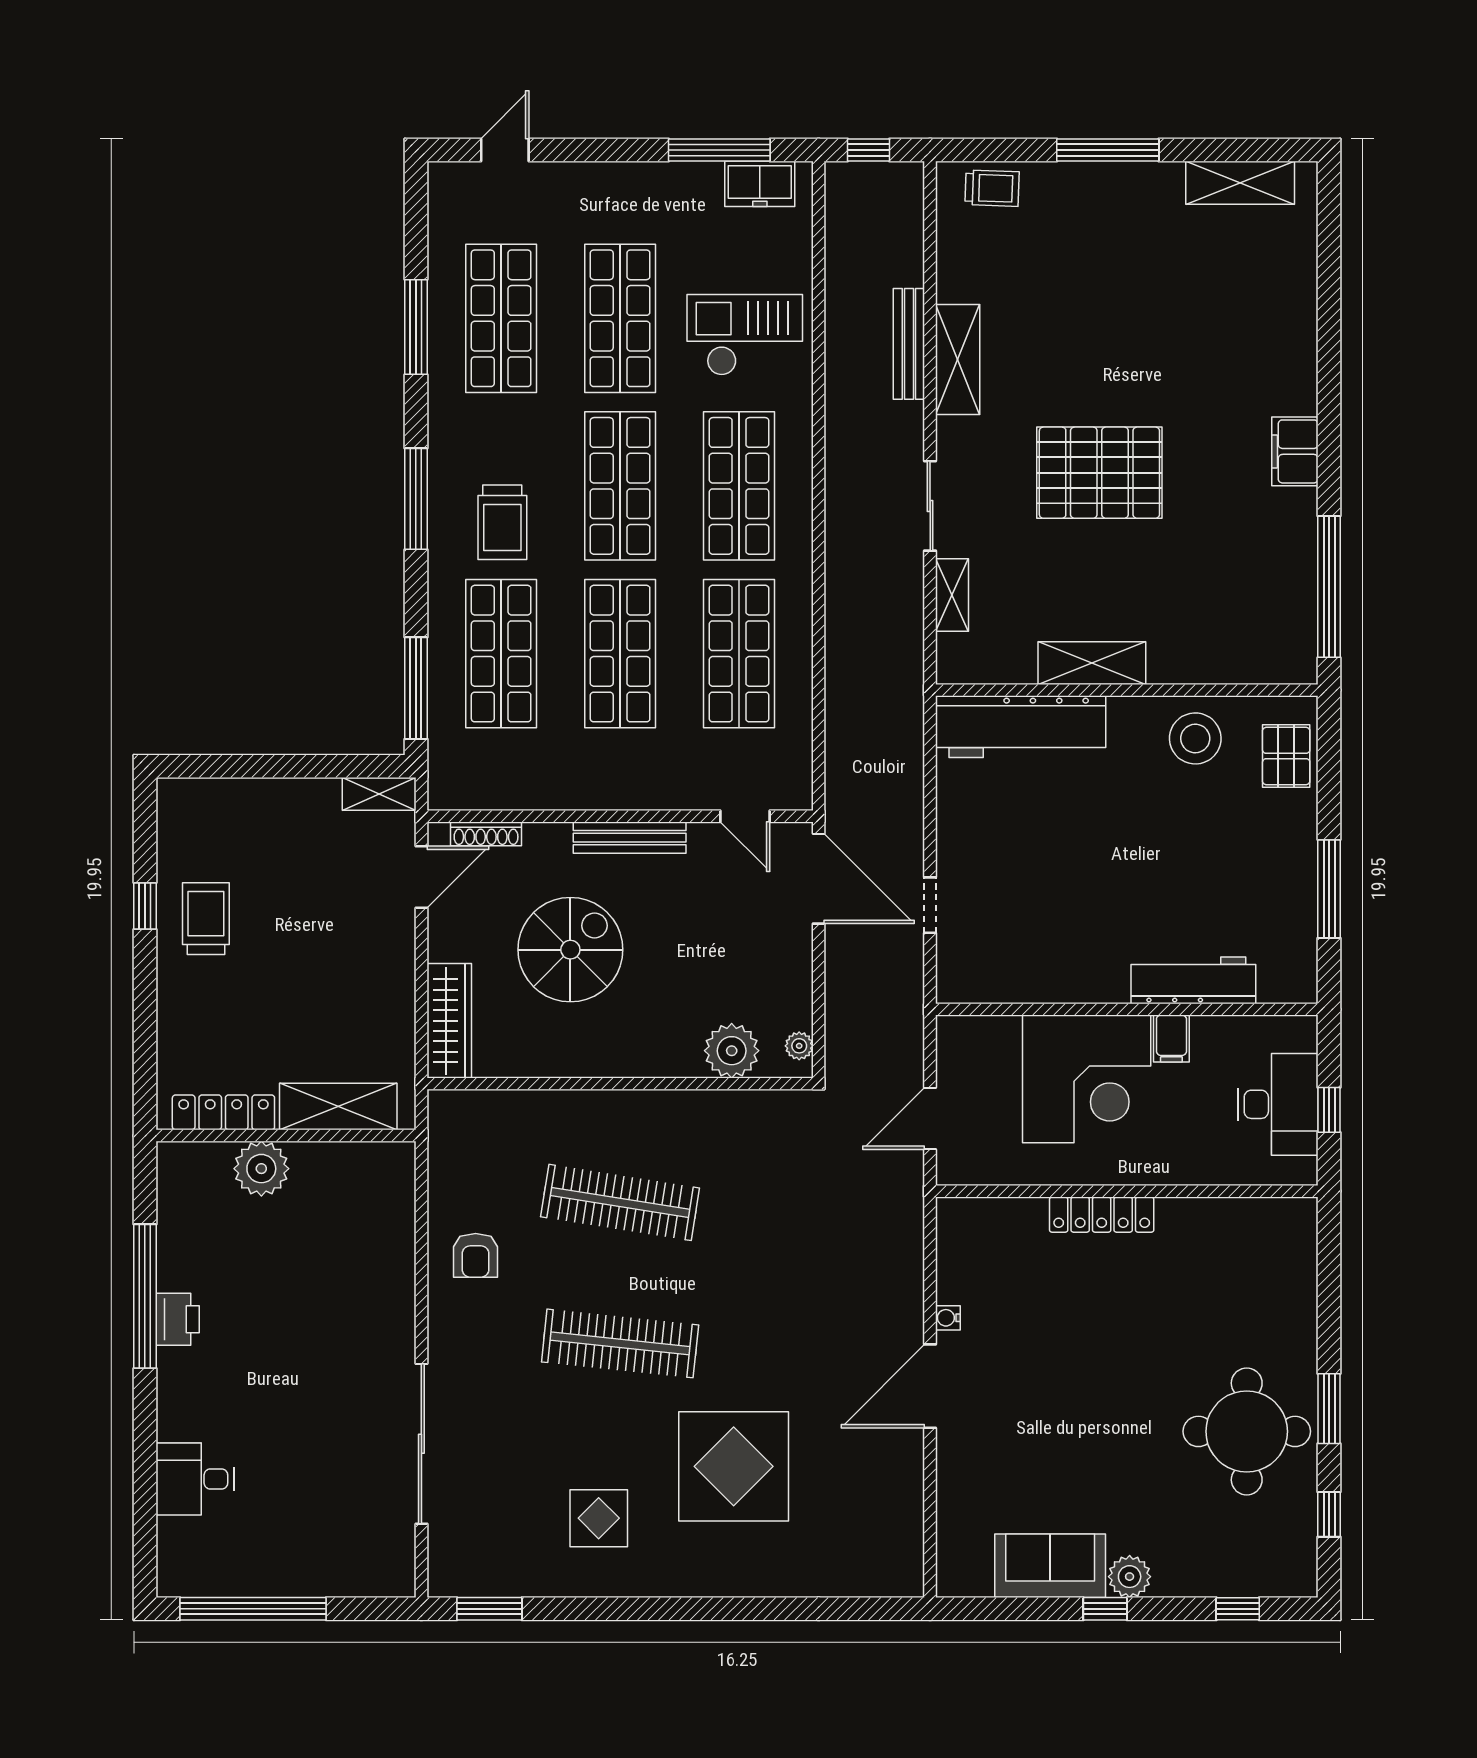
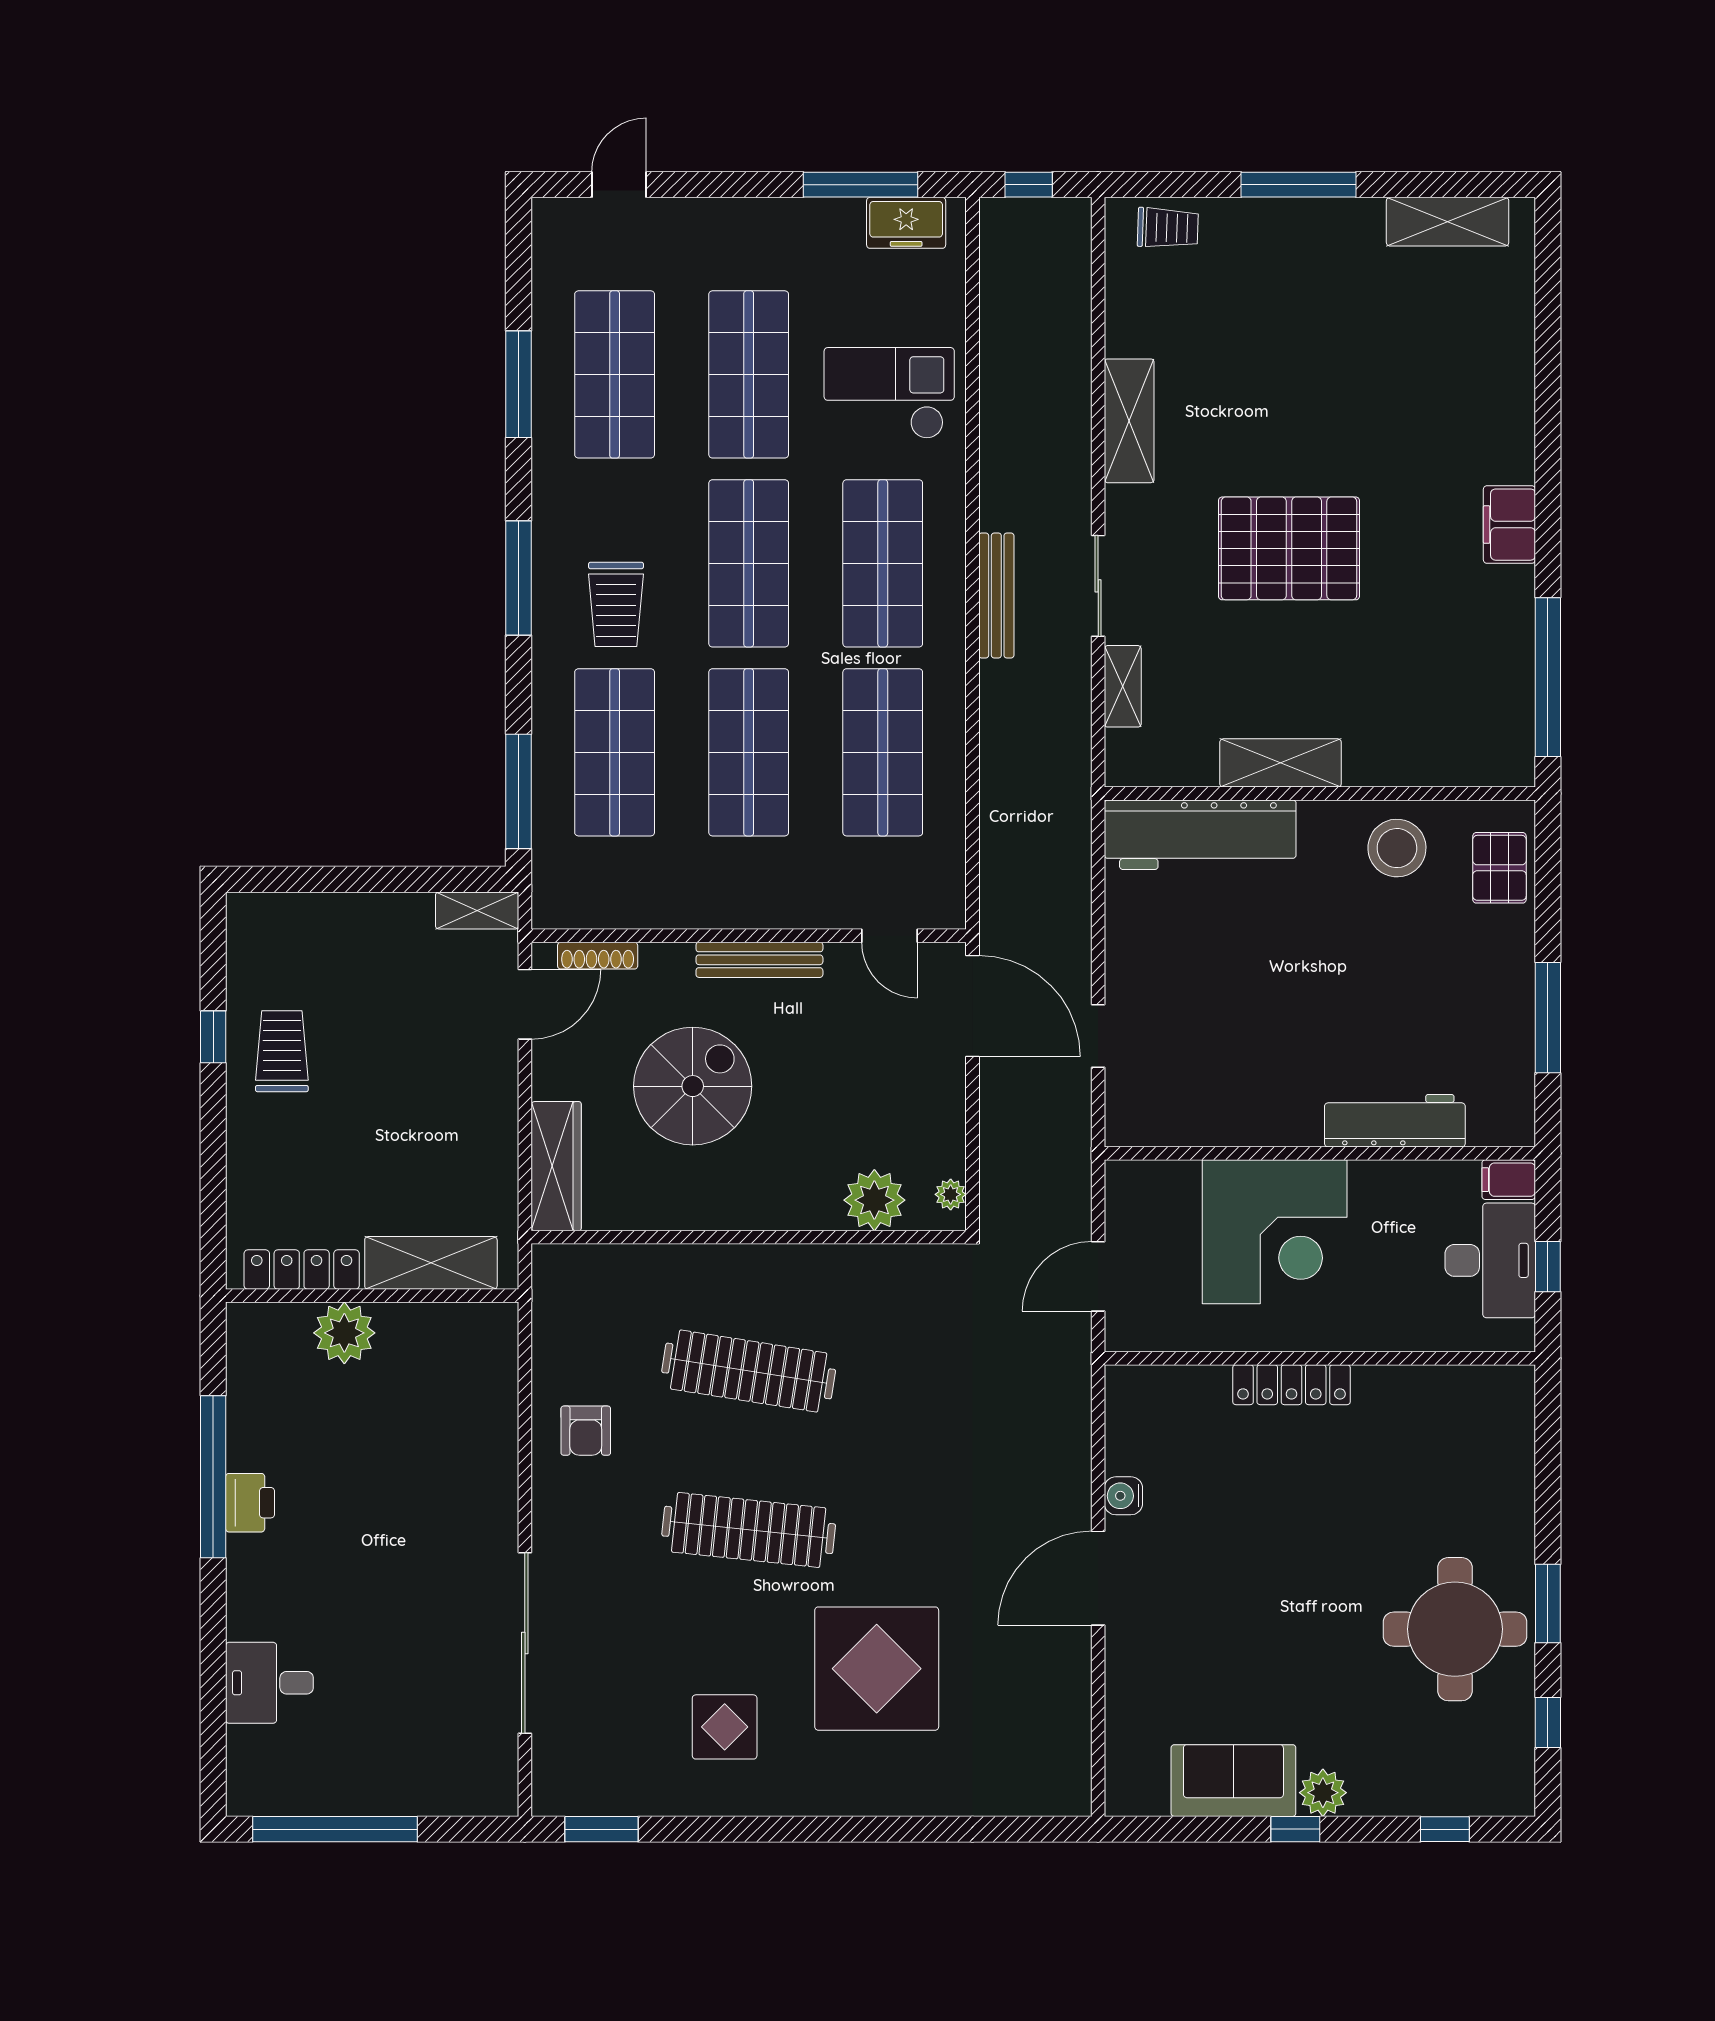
bench: (909, 344) -> (996, 595), moved
filing cabinet: (1171, 1039) -> (1509, 1180), moved, turned 90
water cooler: (948, 1318) -> (1123, 1496), width x1.38, depth x1.38

